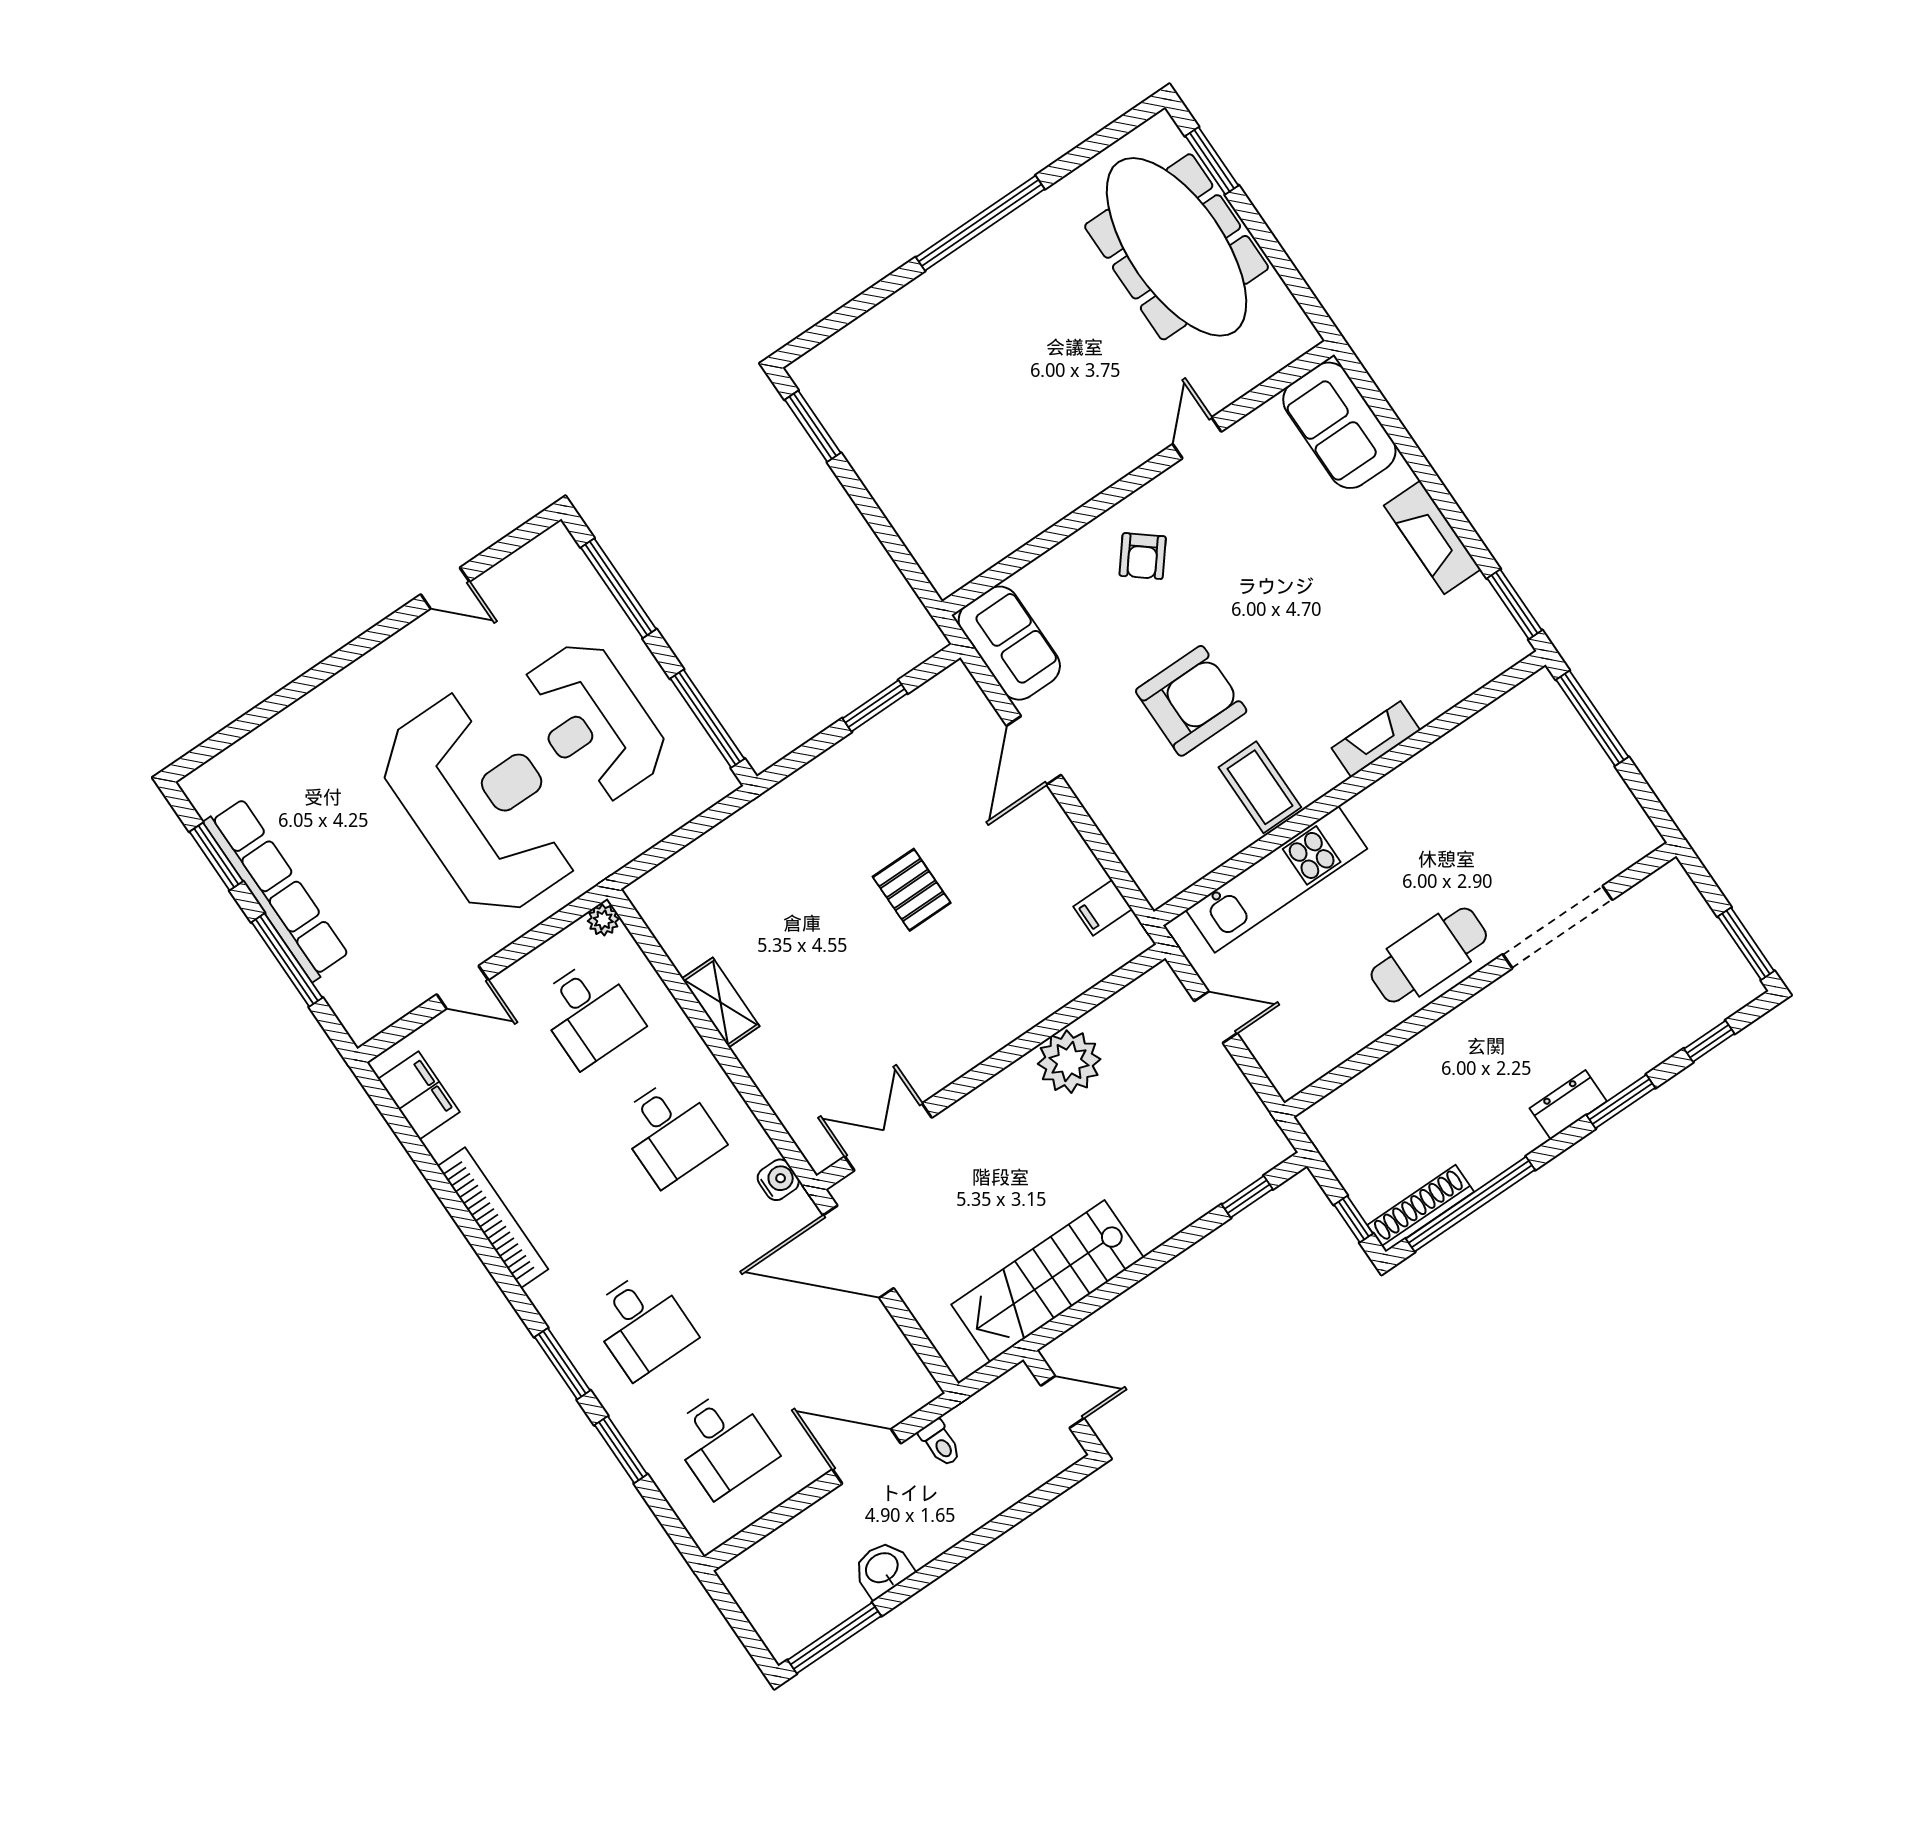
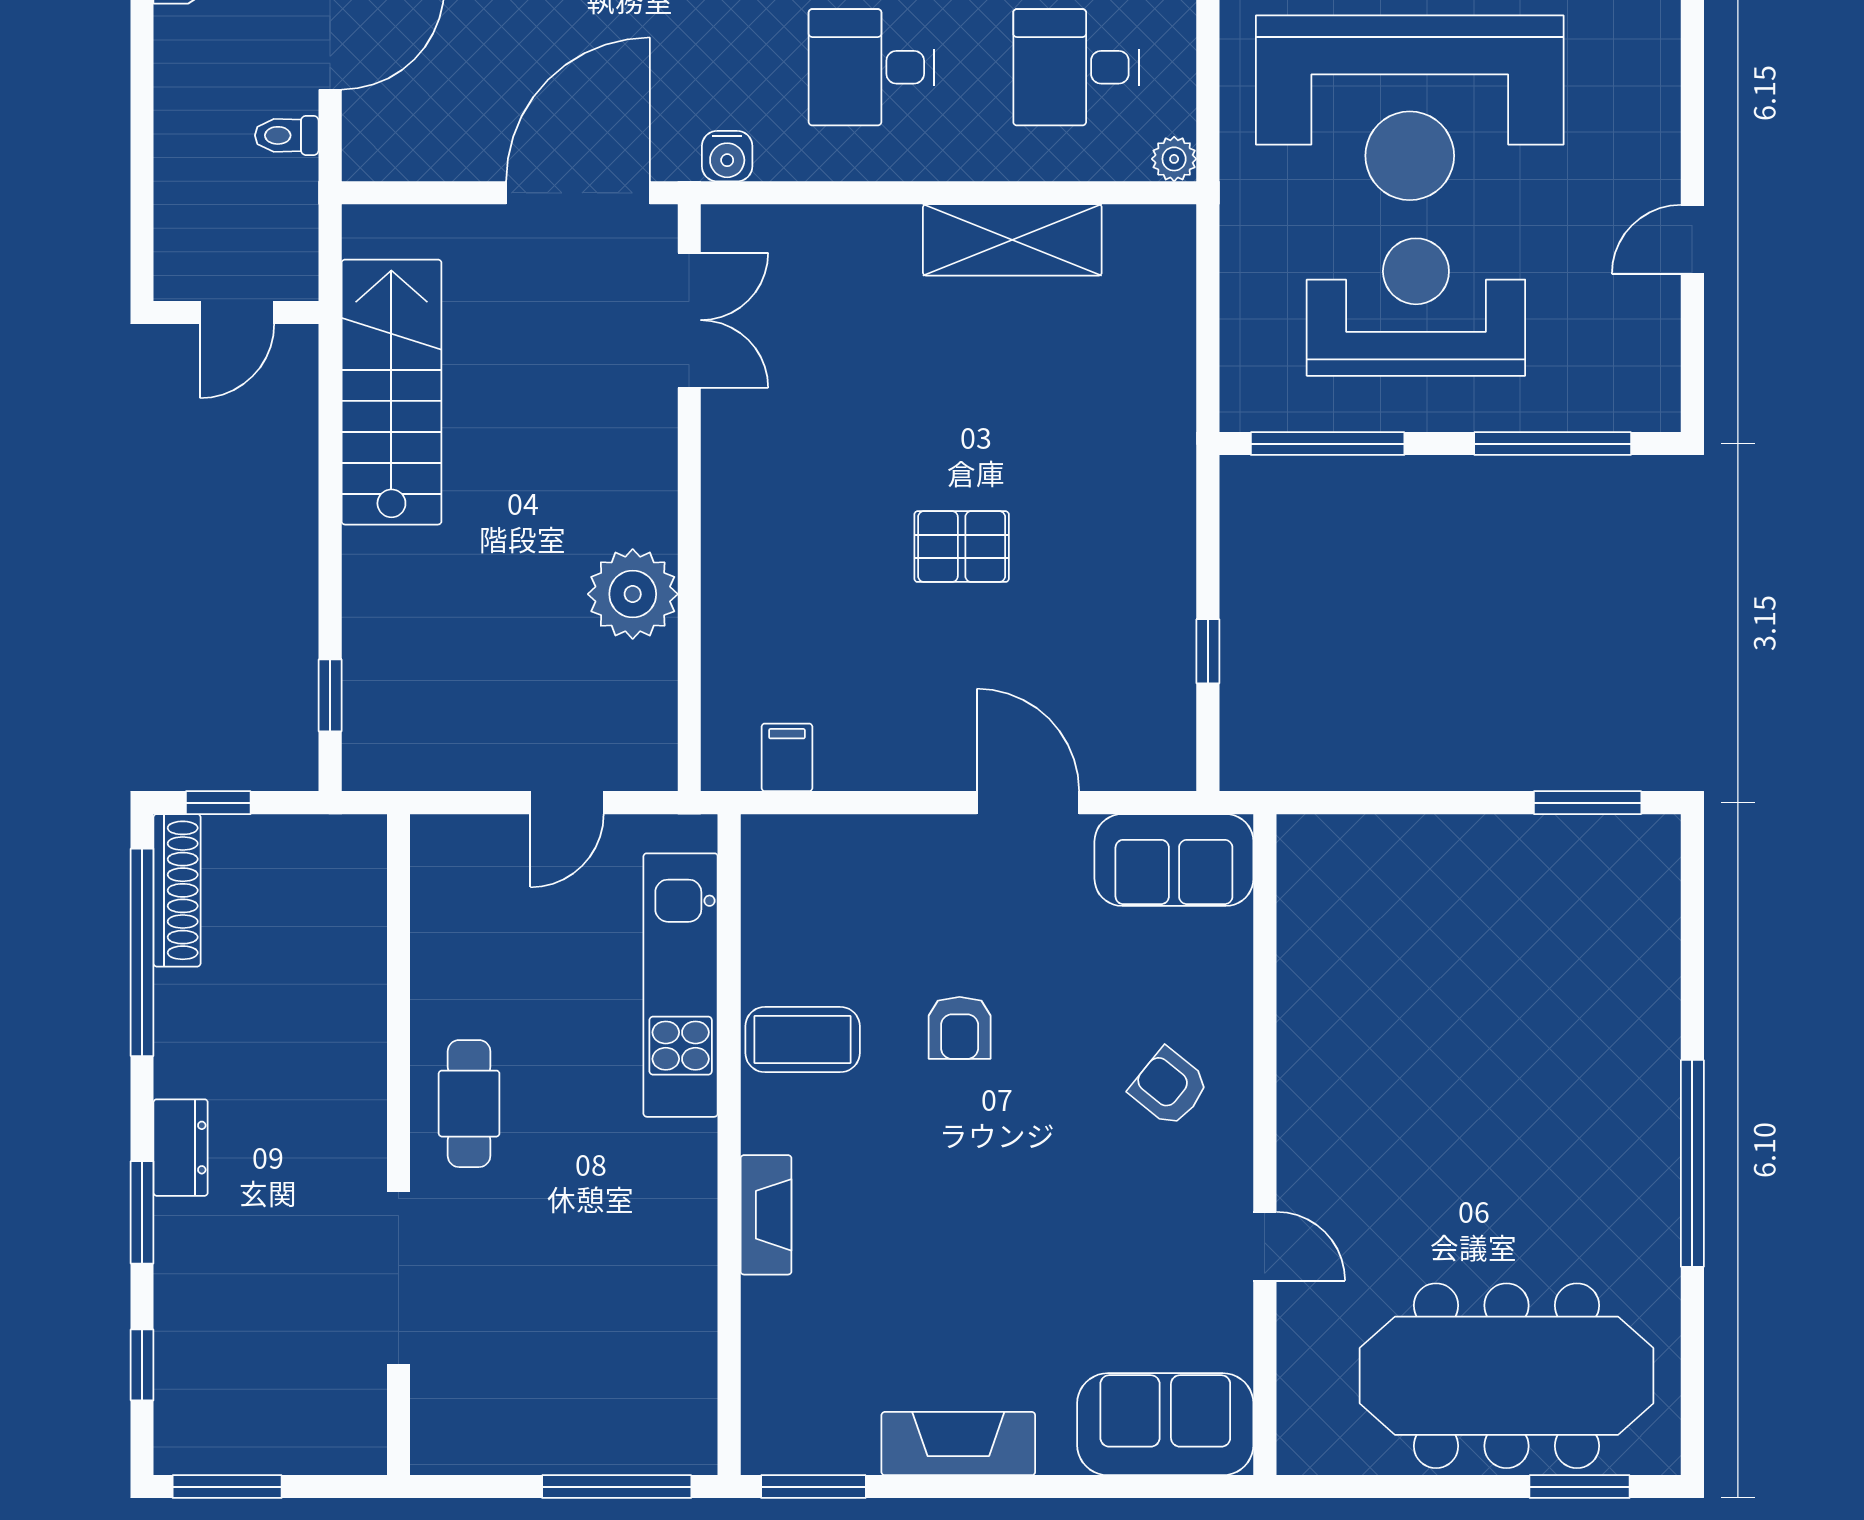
armchair: (1191, 701) -> (960, 1028), width x0.53, depth x0.53
window: (875, 706) -> (1208, 651), width x0.67
cafe table: (1429, 955) -> (469, 1104), width x0.73, depth x0.74
shelving: (721, 1002) -> (1012, 240), width x1.50, depth x1.33

